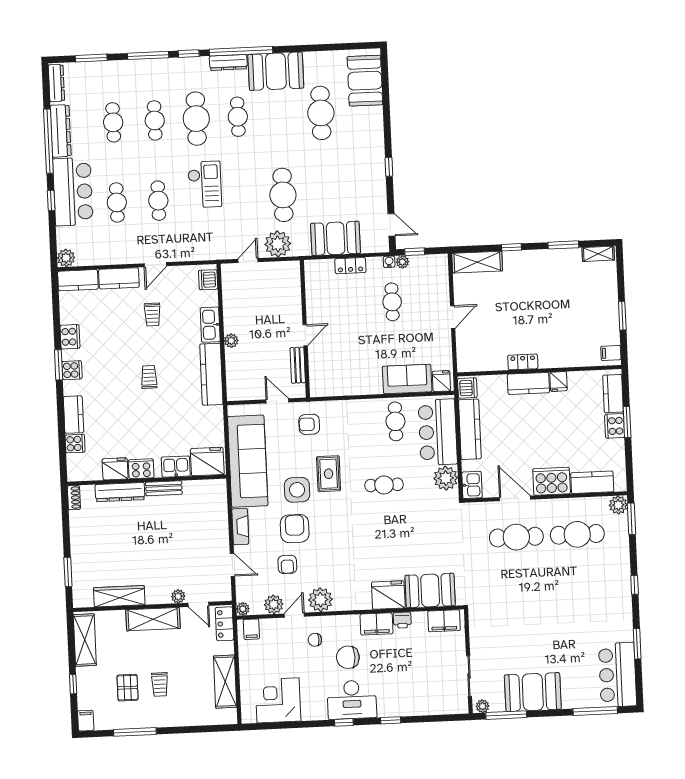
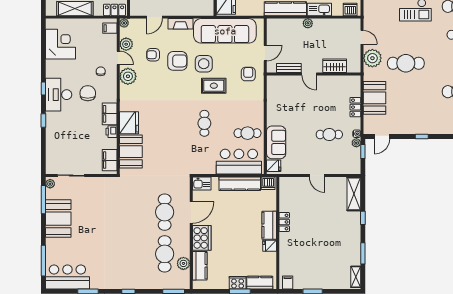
wardrobe: (292, 299) -> (335, 66), added
plant: (446, 478) -> (207, 166), removed
plant: (618, 505) -> (183, 263), moved

